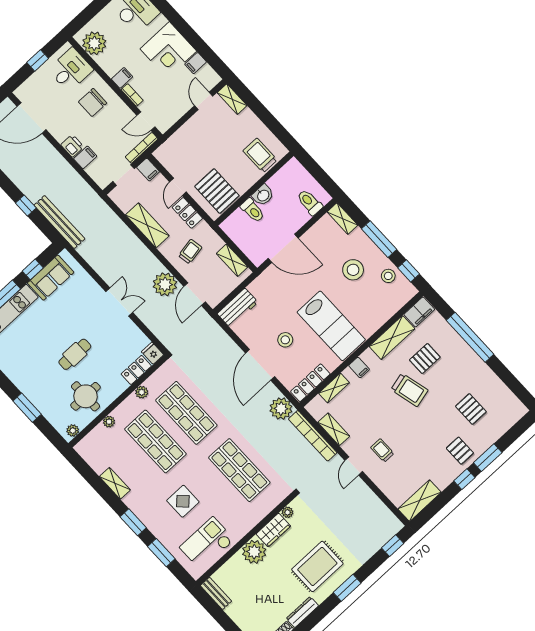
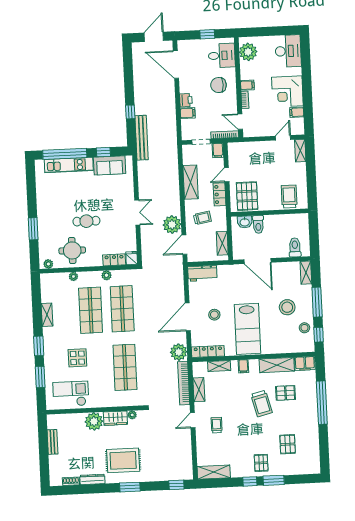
washbasin: (263, 195) -> (245, 222), moved
bench: (216, 593) -> (53, 442), moved

